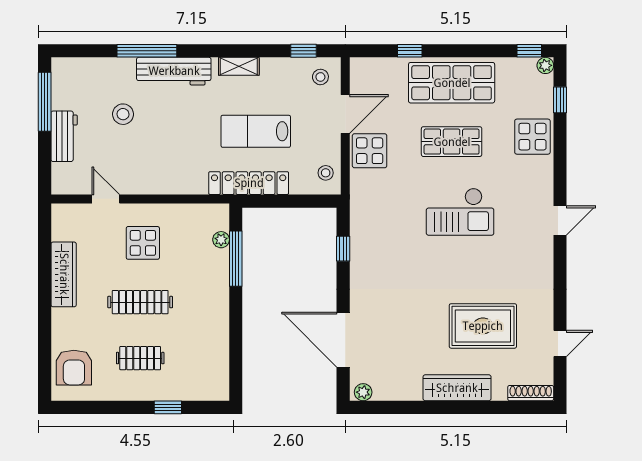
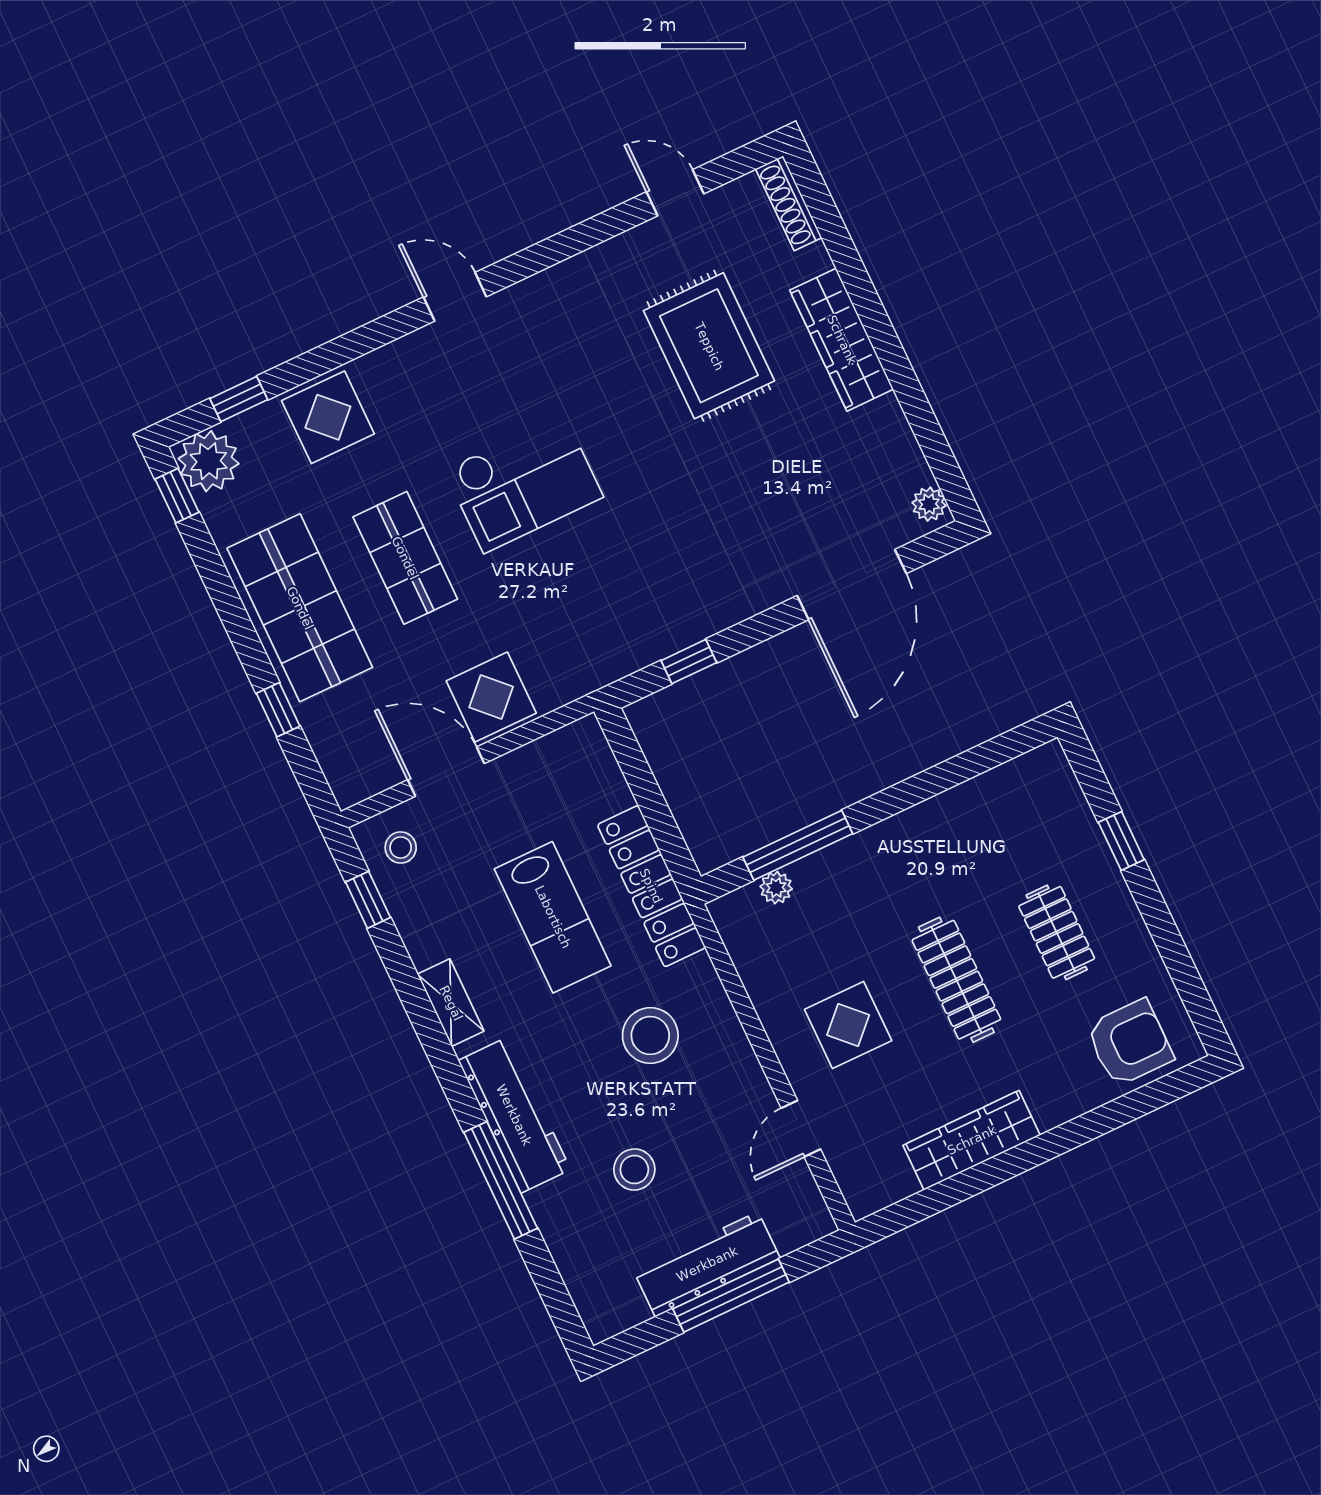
plant: (545, 65) -> (209, 461), width x1.87, depth x1.87
window: (45, 102) -> (731, 1296), moved
workbench: (64, 136) -> (707, 1264), width x1.37
stool: (326, 173) -> (650, 1035), moved, width x1.89, depth x1.89
checkout: (460, 212) -> (524, 483), turned 90

